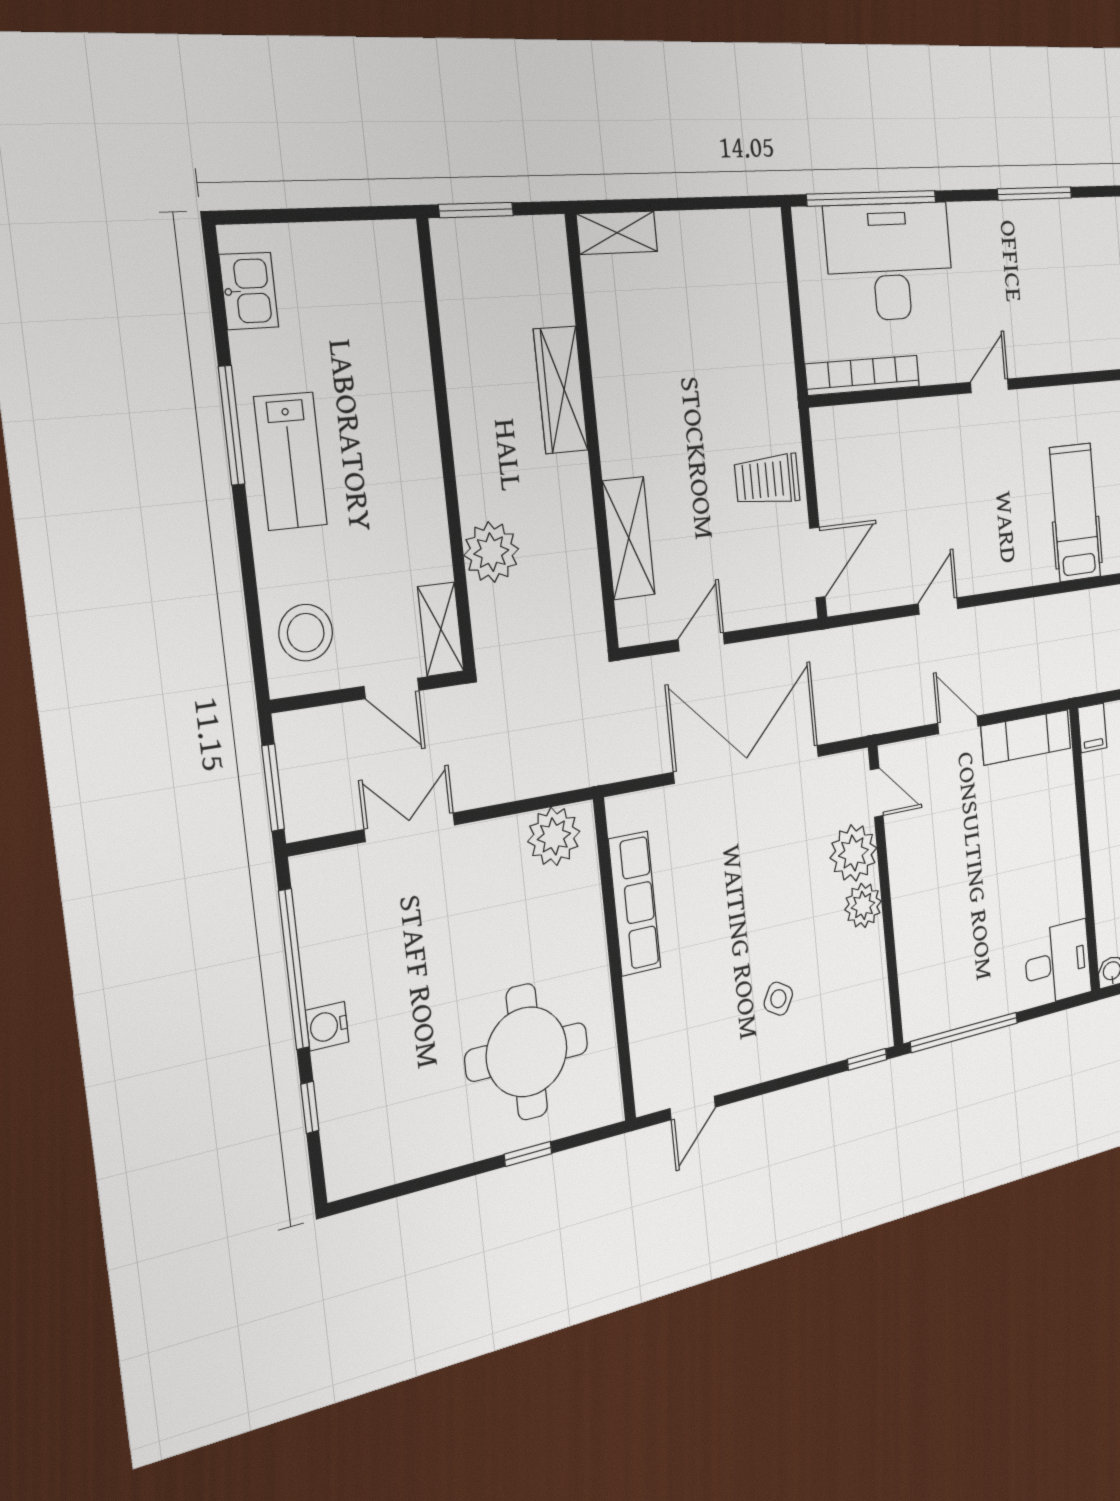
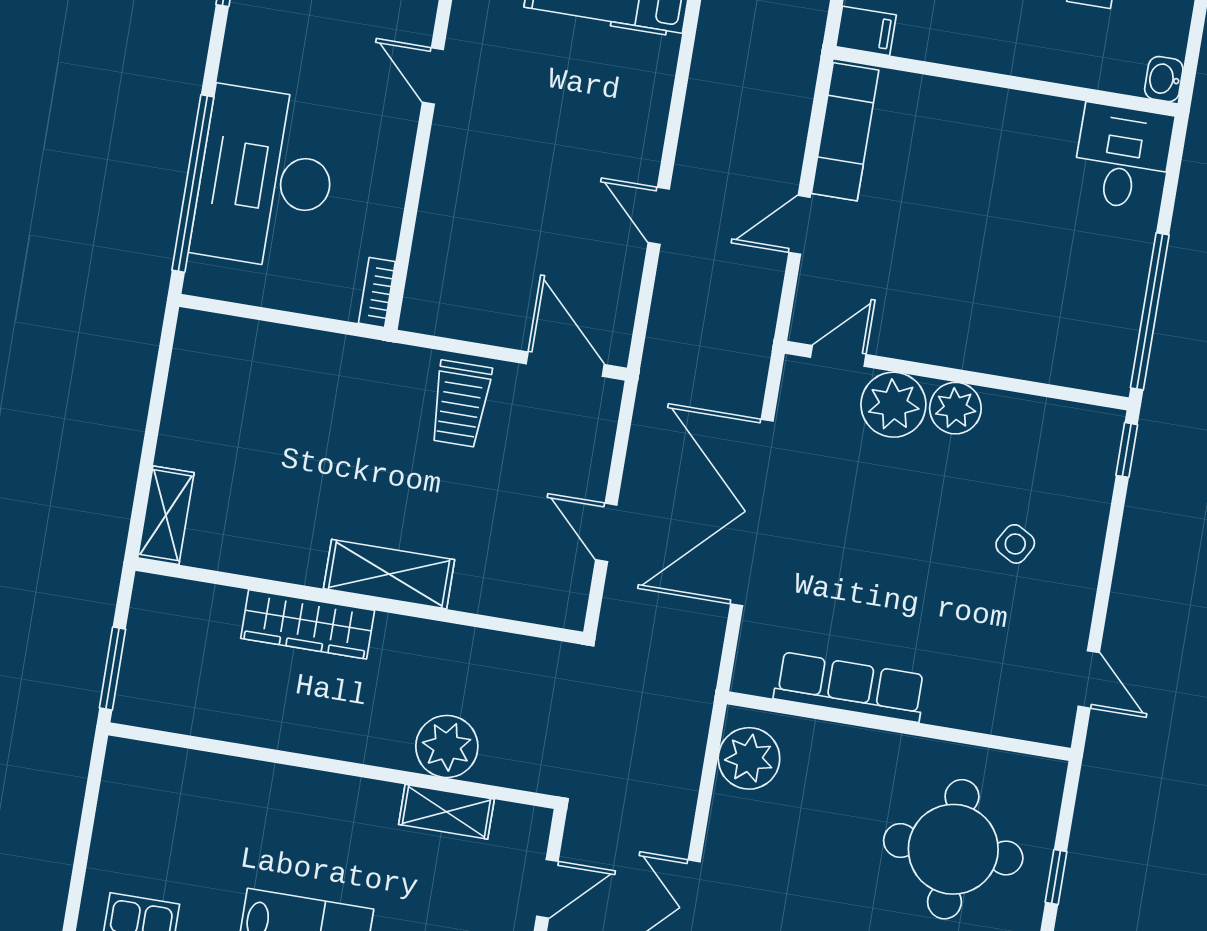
bookcase: (863, 375) -> (377, 292), width x0.43, depth x0.76
shelving: (629, 538) -> (389, 574), moved
shelving: (441, 629) -> (446, 812), moved

